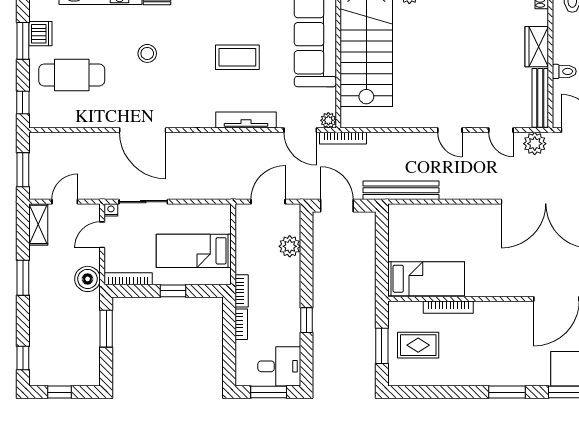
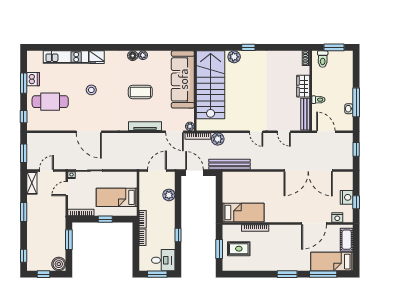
plant: (535, 144) -> (218, 139), moved
boiler: (88, 279) -> (59, 264), moved

